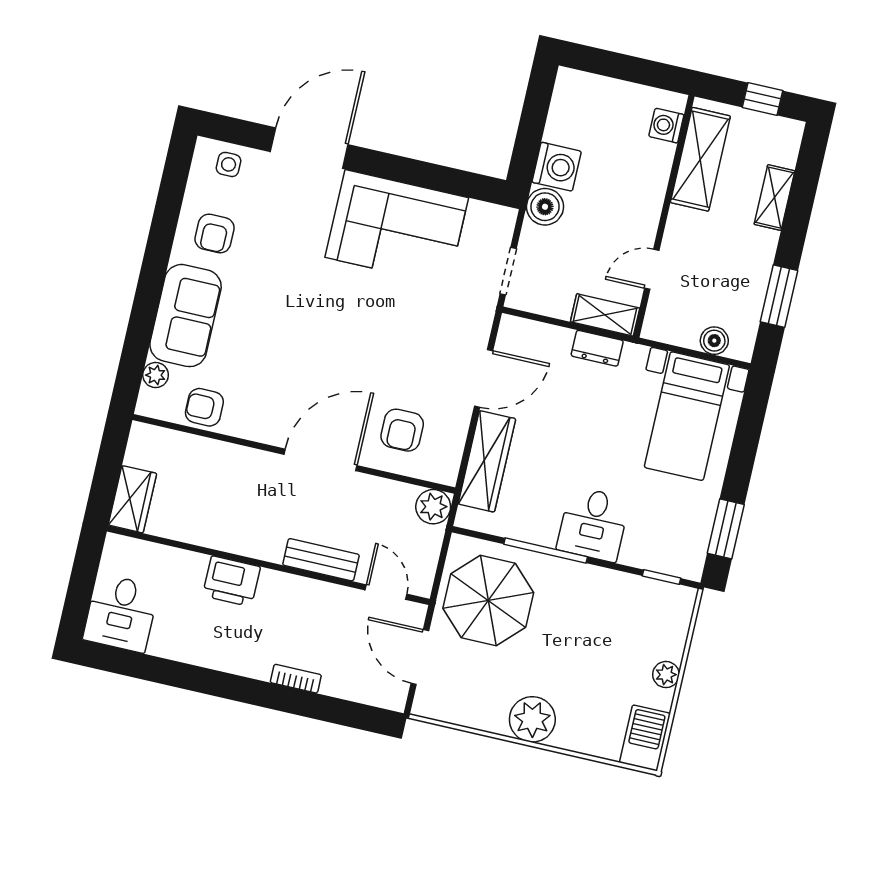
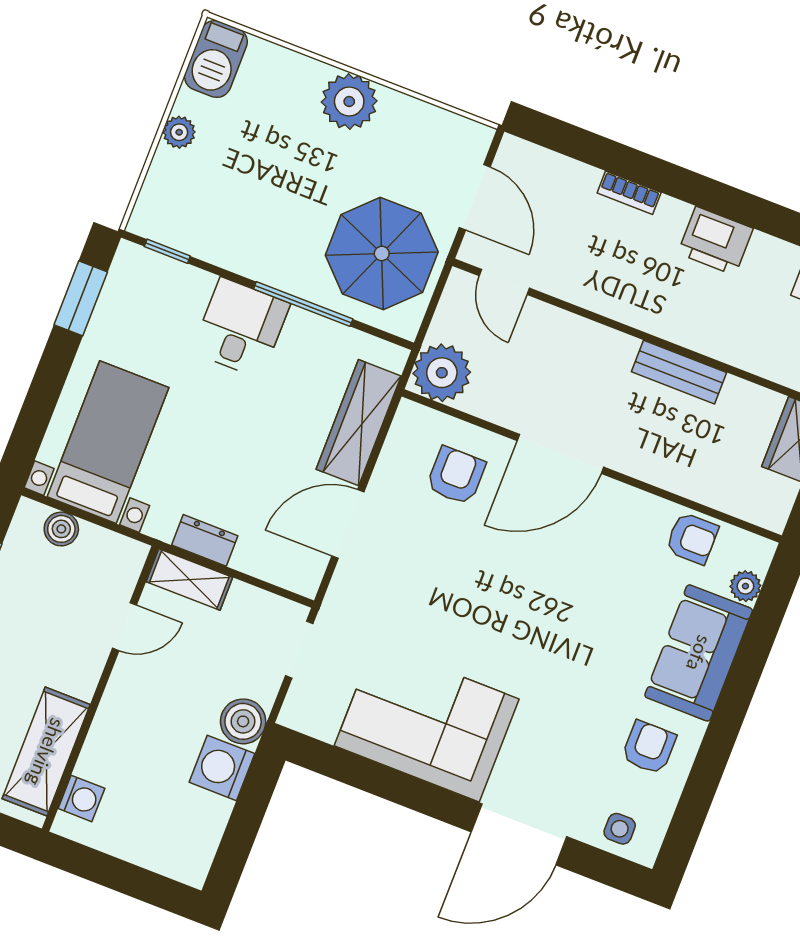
plant: (433, 507) -> (442, 373), width x1.36, depth x1.36
bench: (321, 560) -> (679, 372), moved
printer: (231, 581) -> (715, 241), moved, turned 180

